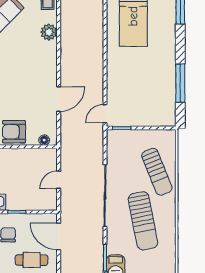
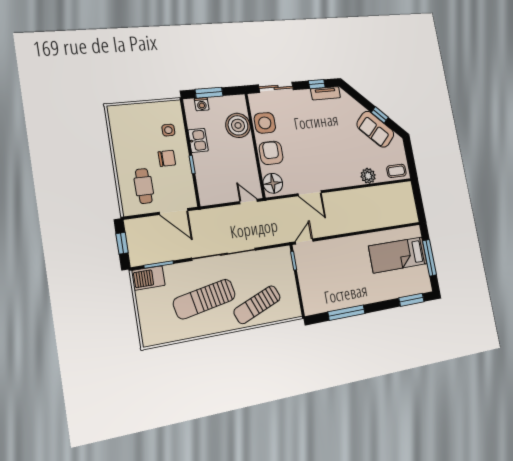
door: (105, 114) -> (304, 241), hinge flipped
floor lamp: (44, 140) -> (273, 183), width x1.89, depth x1.89
door: (59, 180) -> (249, 201), moved
door: (59, 236) -> (174, 212), swing flipped

